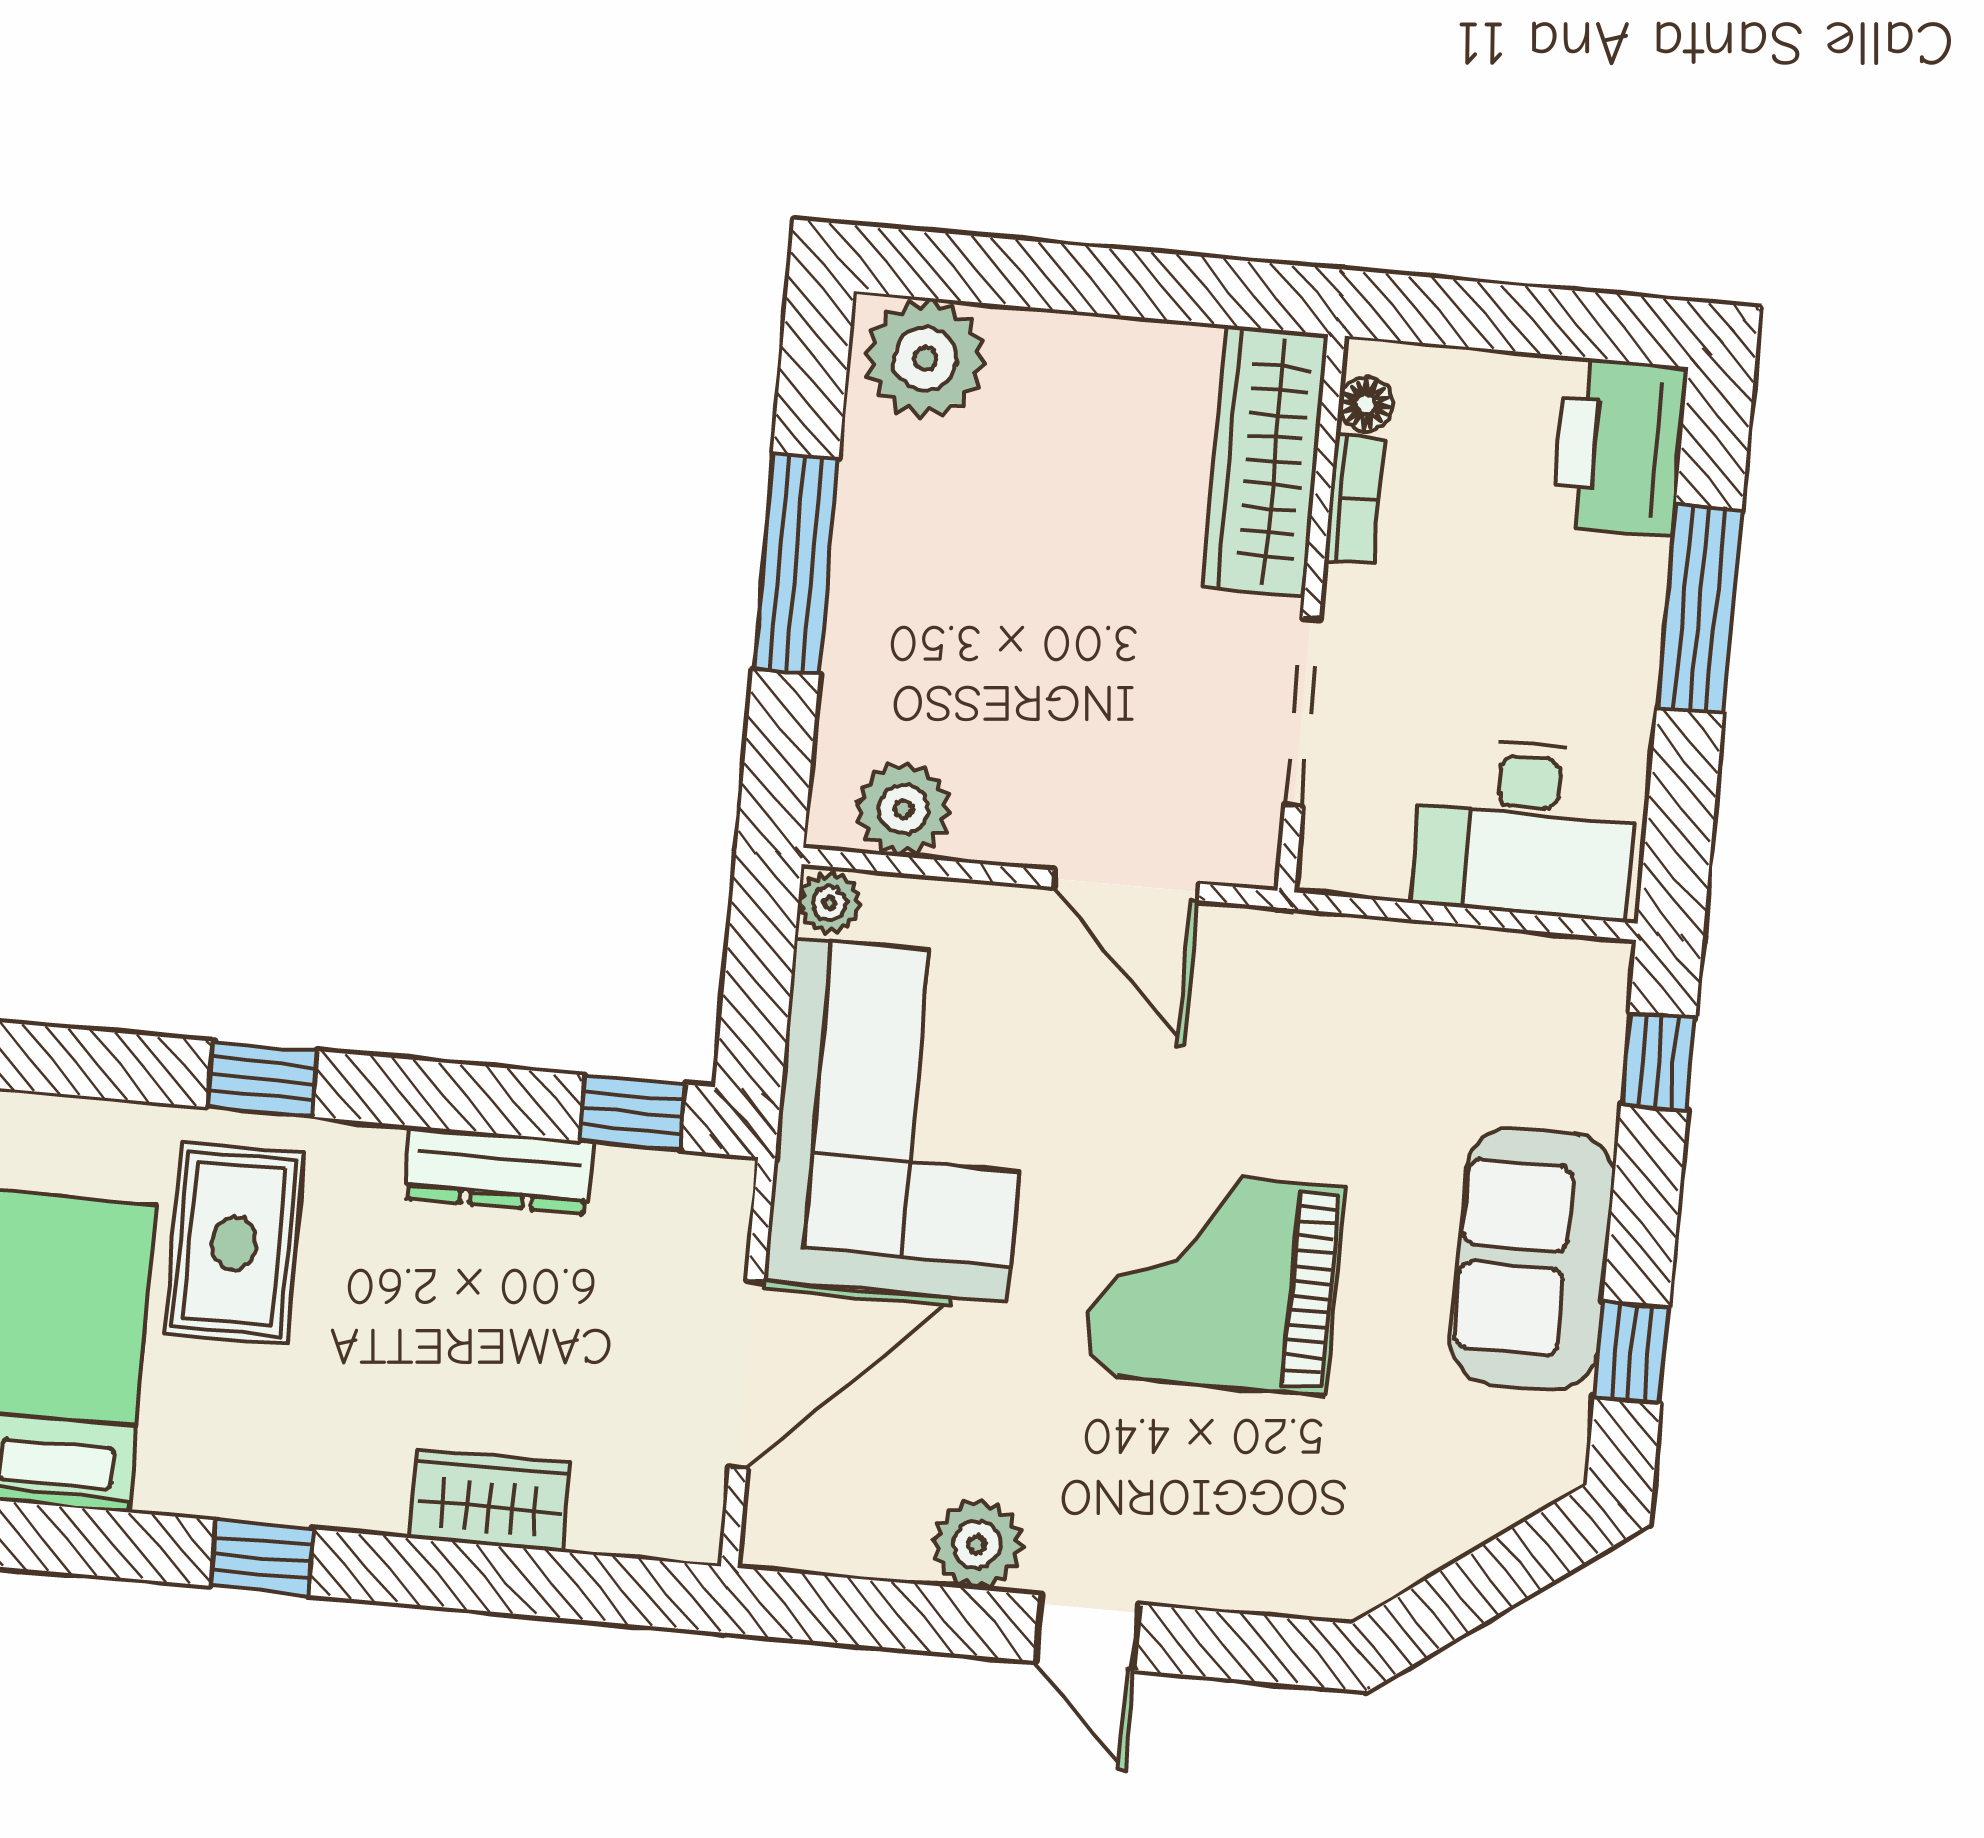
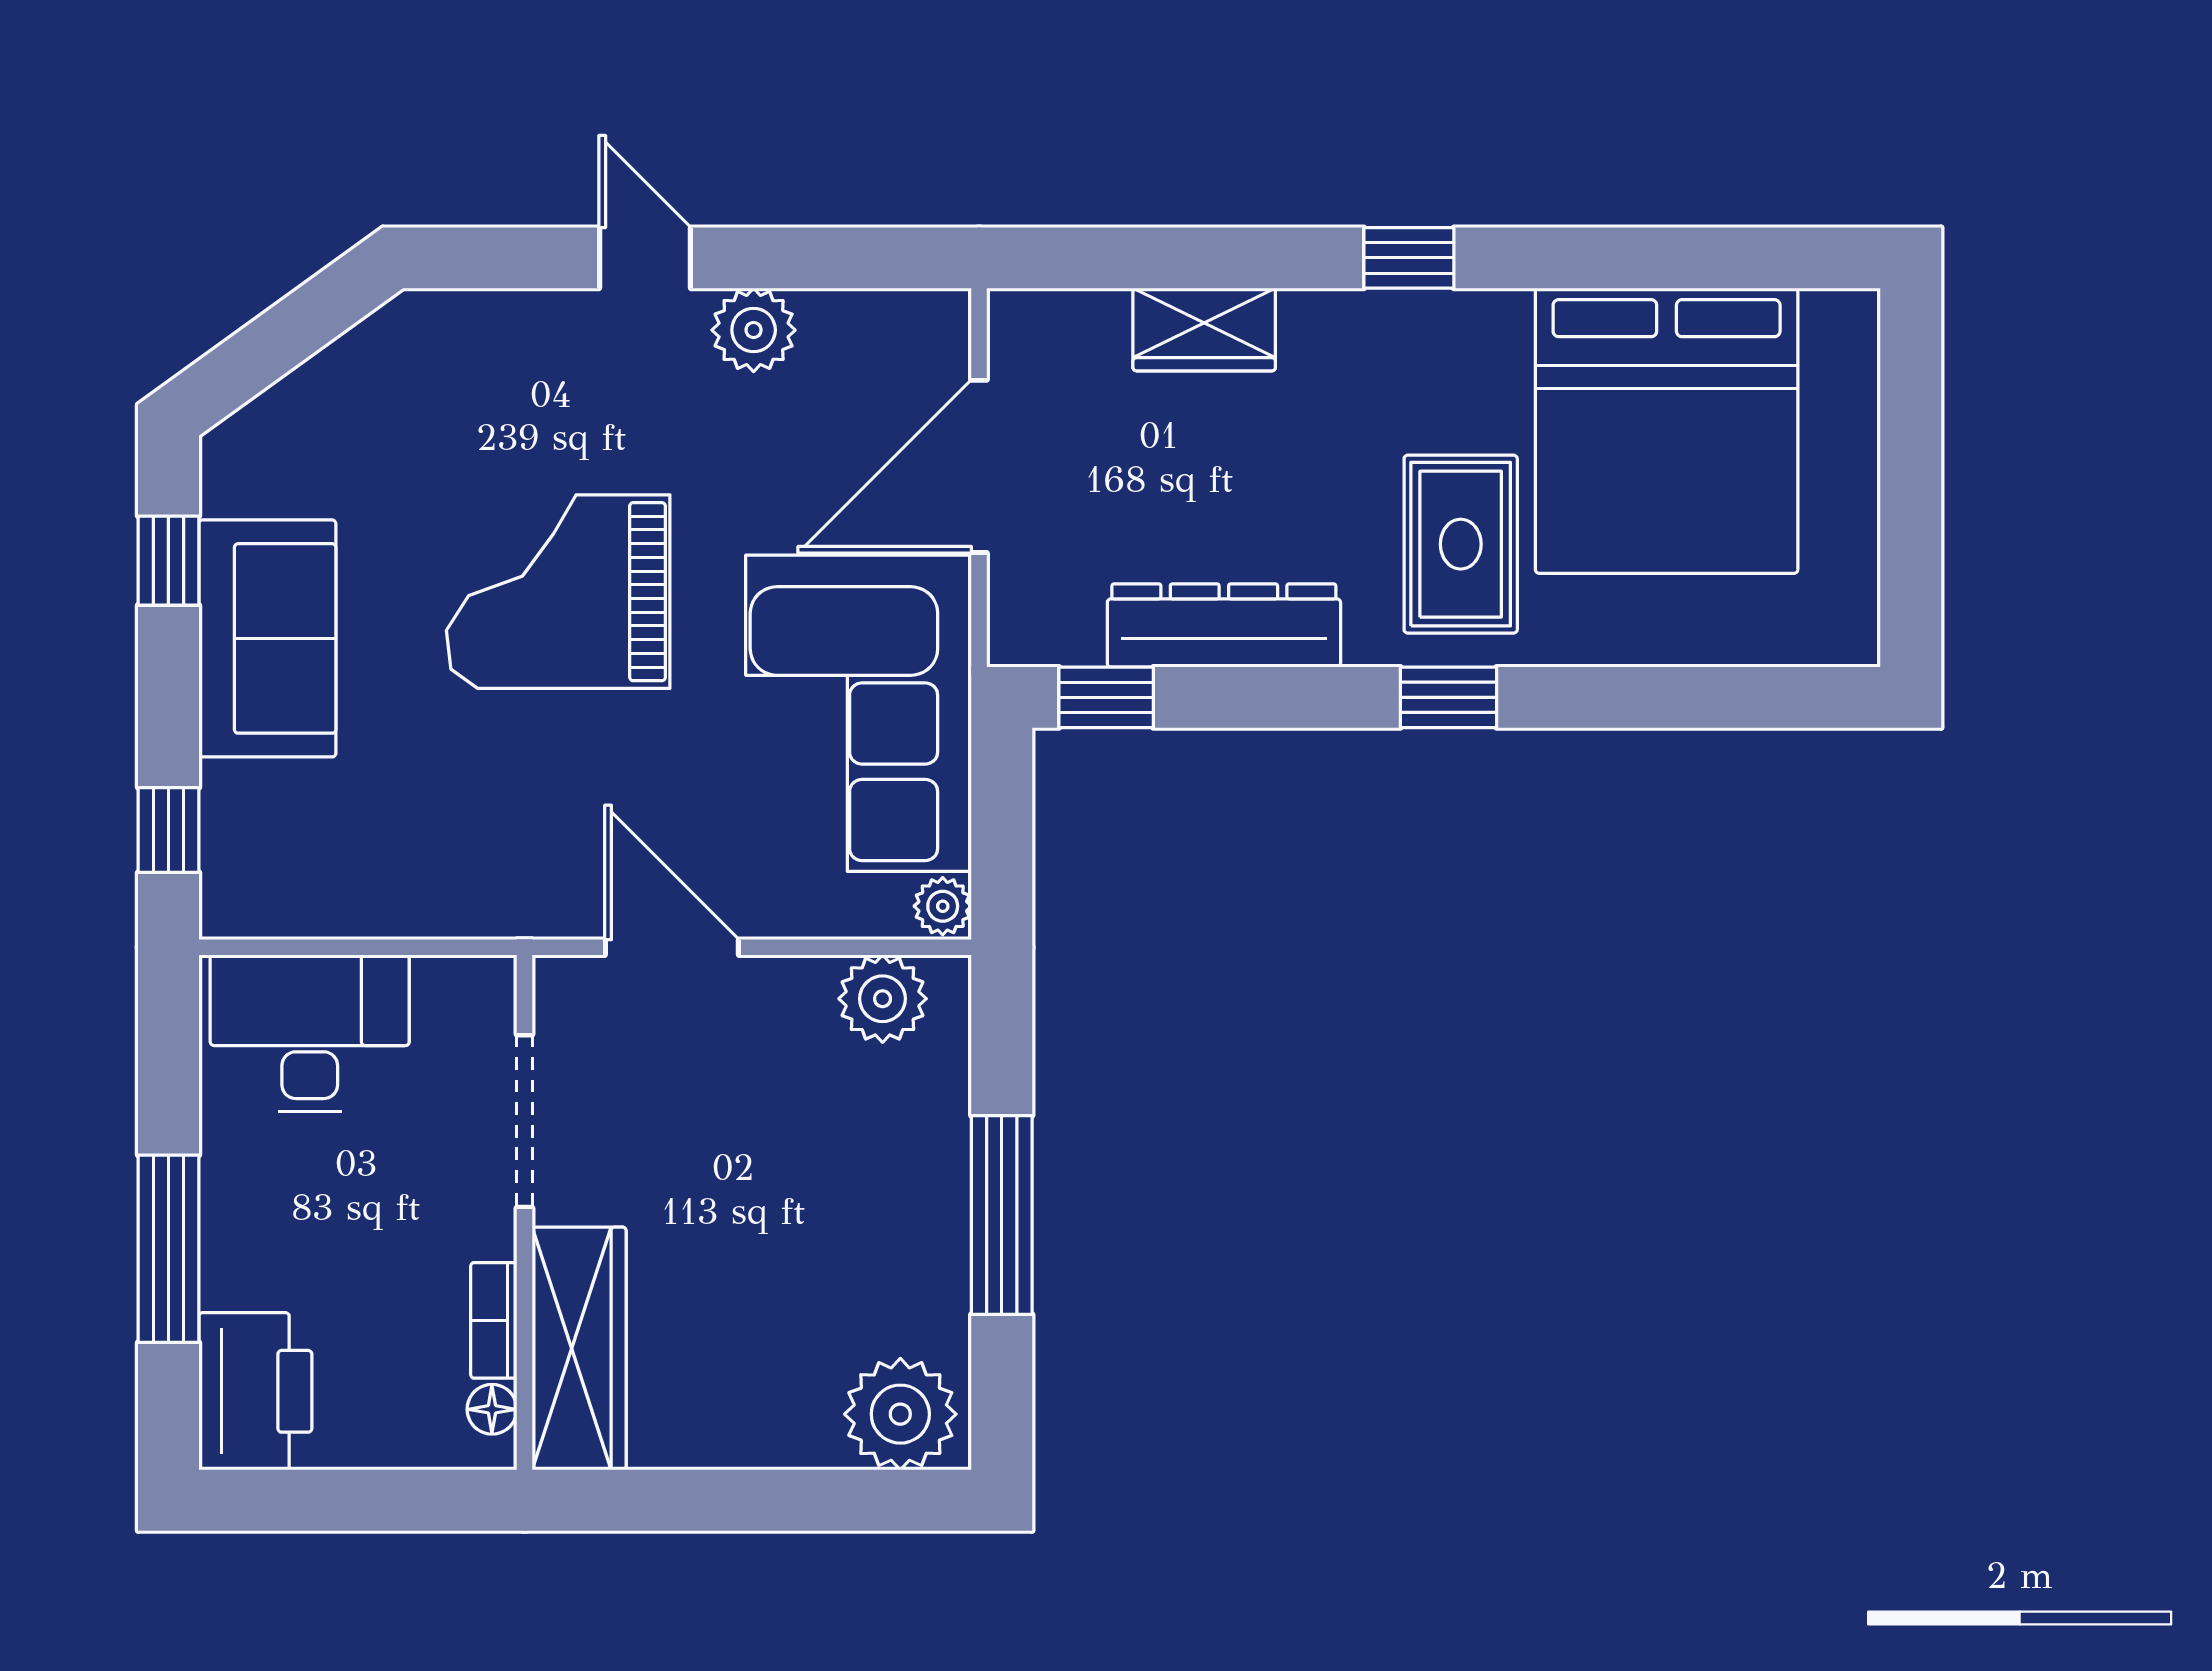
dresser: (499, 1170) -> (1224, 625), width x1.37, depth x1.24
grand piano: (1214, 1281) -> (558, 592), turned 180

